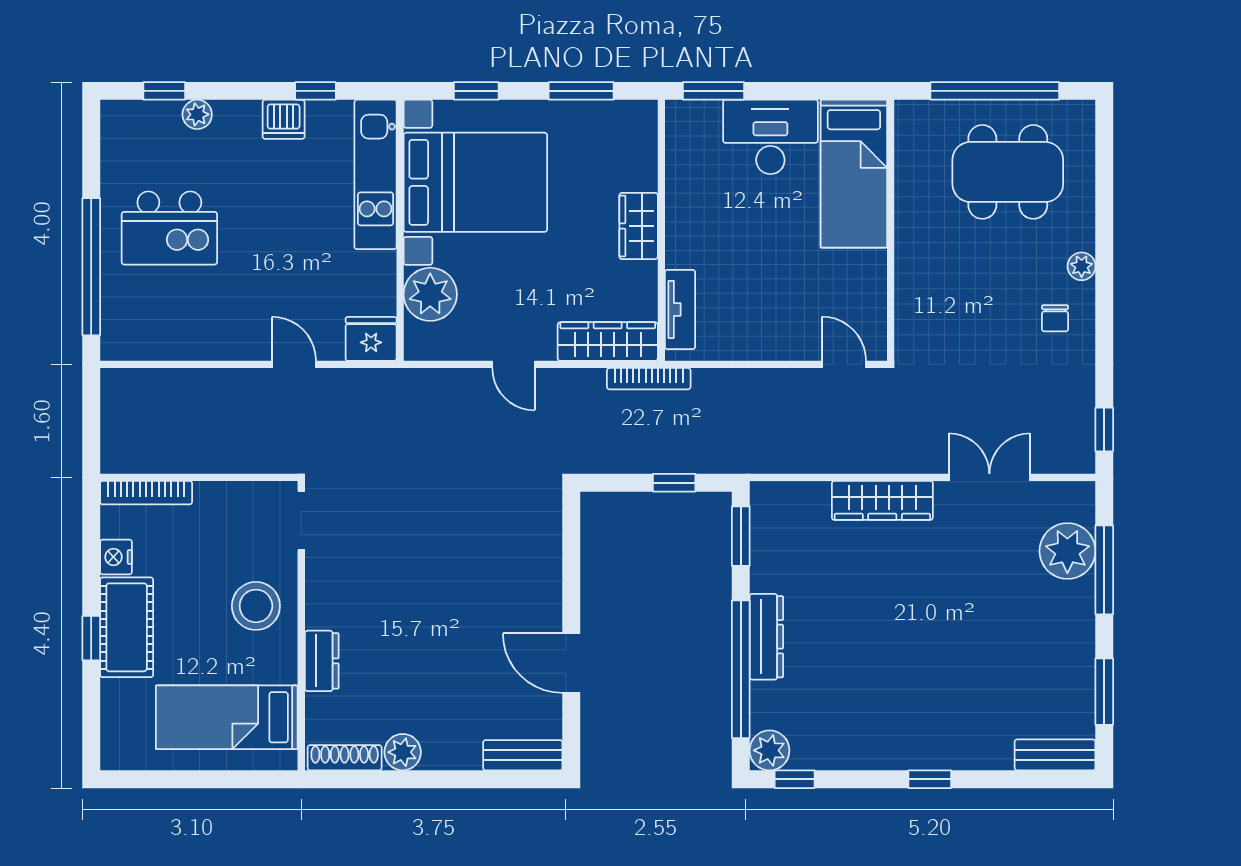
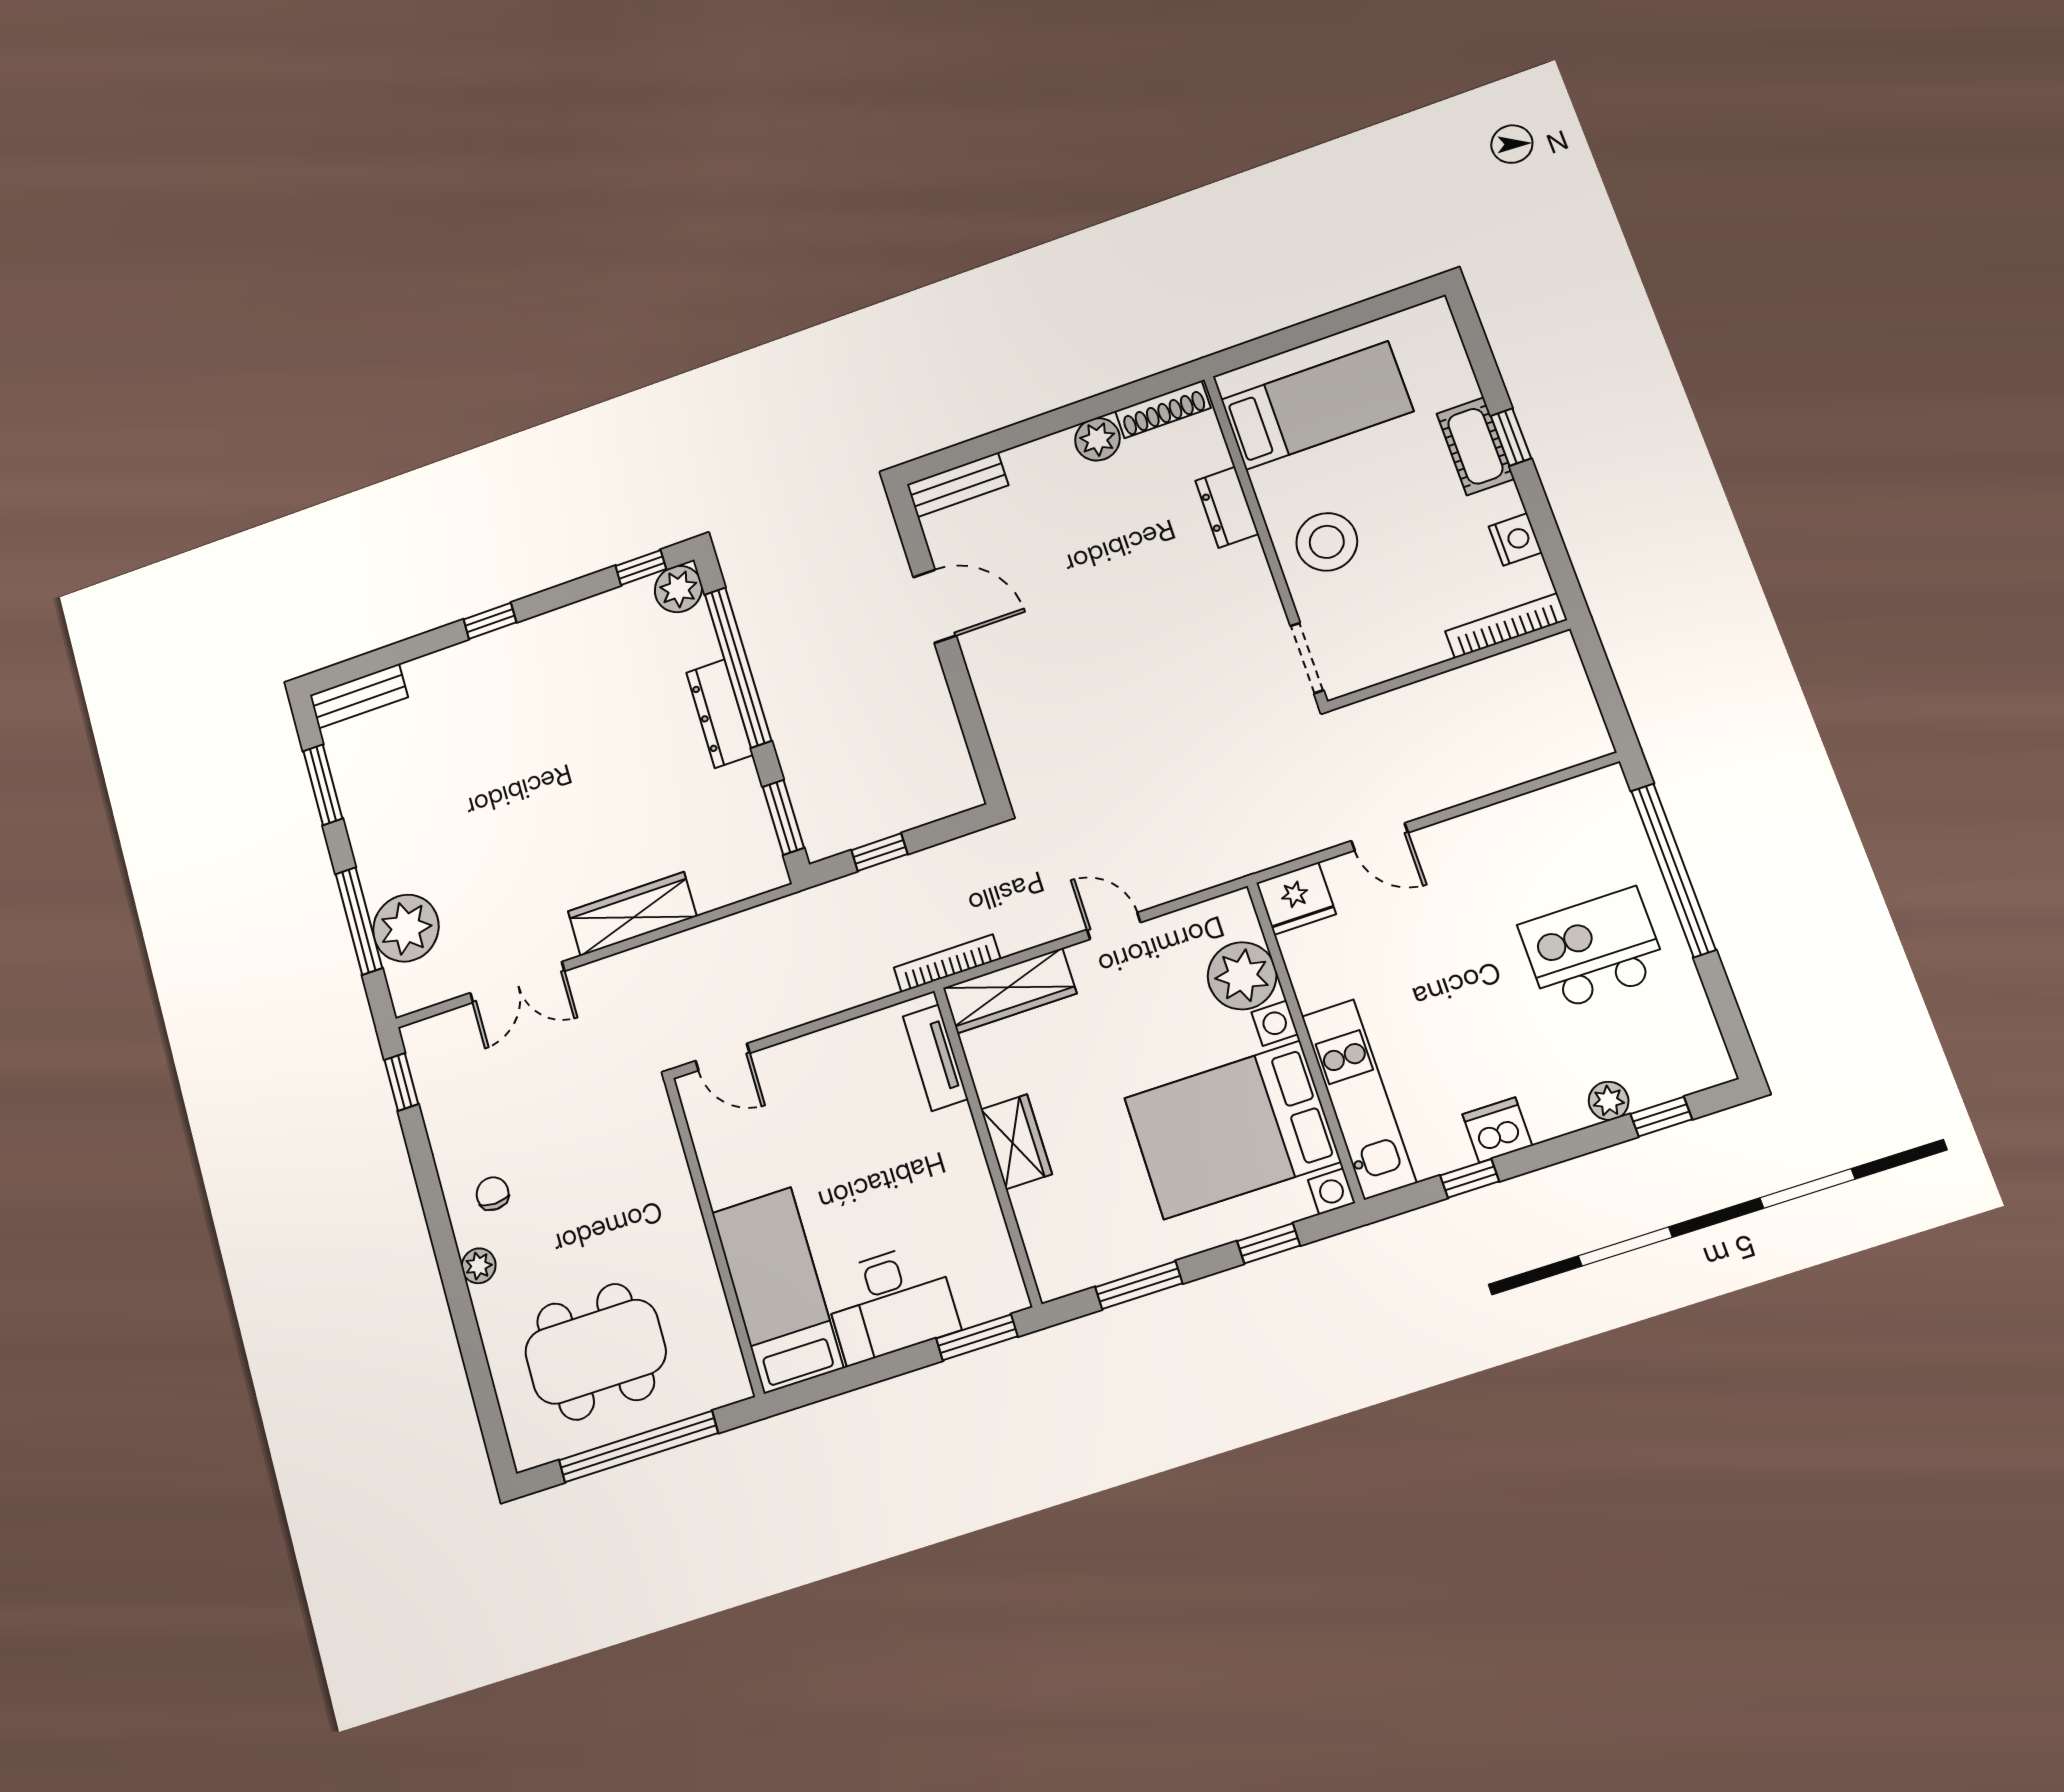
cot: (127, 627) -> (1475, 446), width x0.73, depth x0.75

